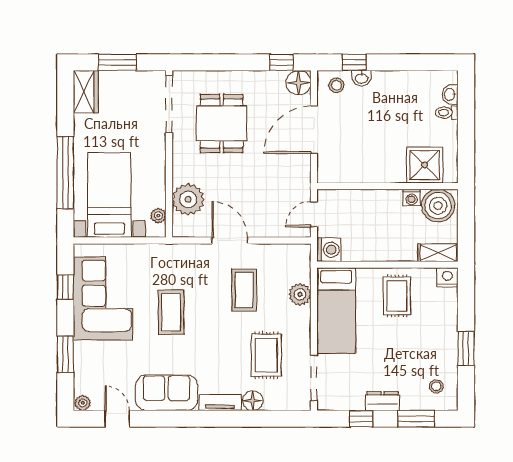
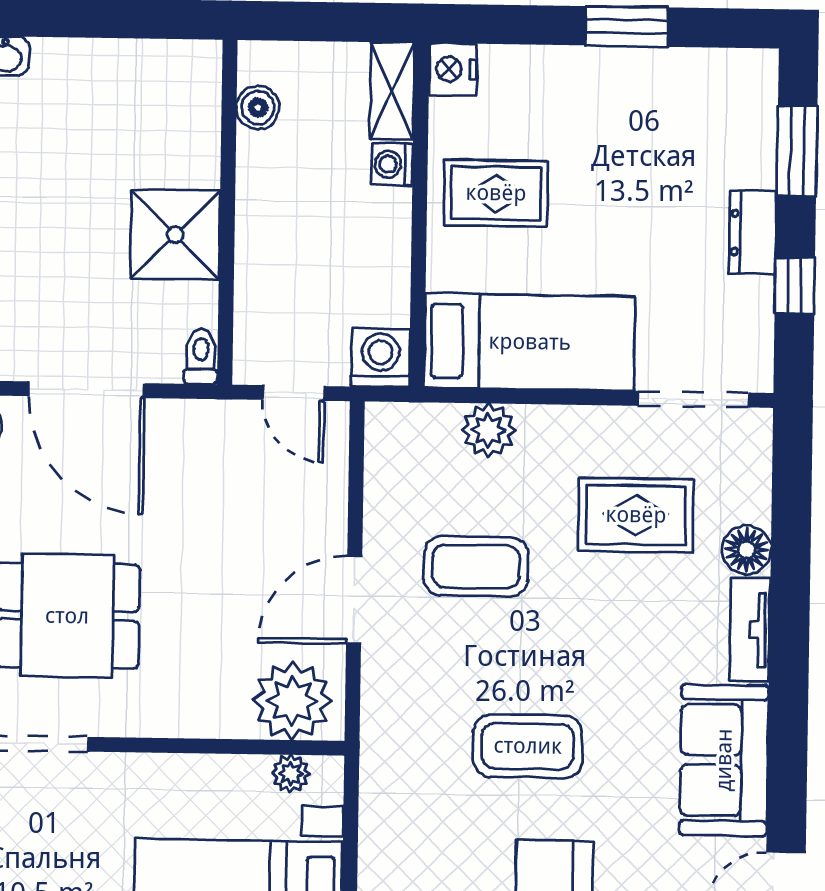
toilet: (447, 113) -> (201, 357), moved, turned 180
shower: (425, 165) -> (175, 235), moved
washing machine: (412, 198) -> (392, 164), moved, turned 180
plant: (188, 199) -> (292, 701), moved
boiler: (438, 206) -> (258, 108), width x0.54, depth x0.54
stool: (436, 386) -> (719, 100), removed

